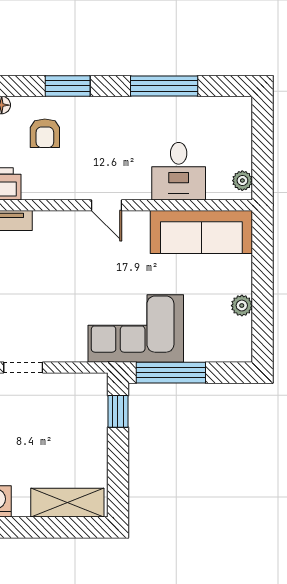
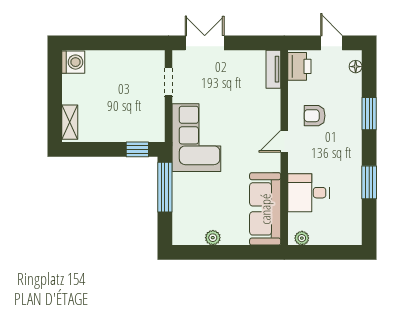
window: (164, 86) -> (369, 182), width x0.69
armchair: (45, 133) -> (315, 116), moved
corner sofa: (136, 328) -> (196, 138), moved
shelving: (67, 503) -> (70, 122), width x0.67, depth x0.75

